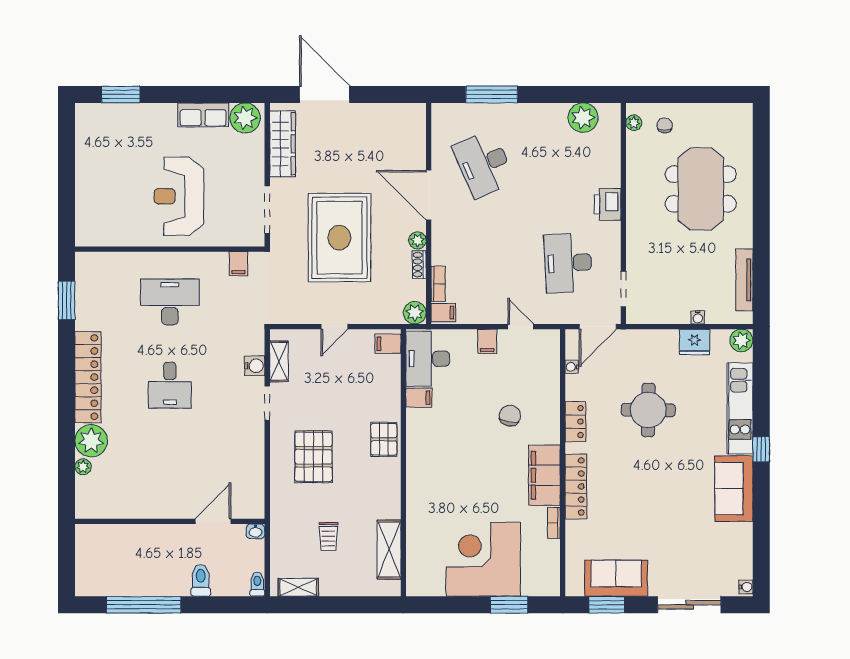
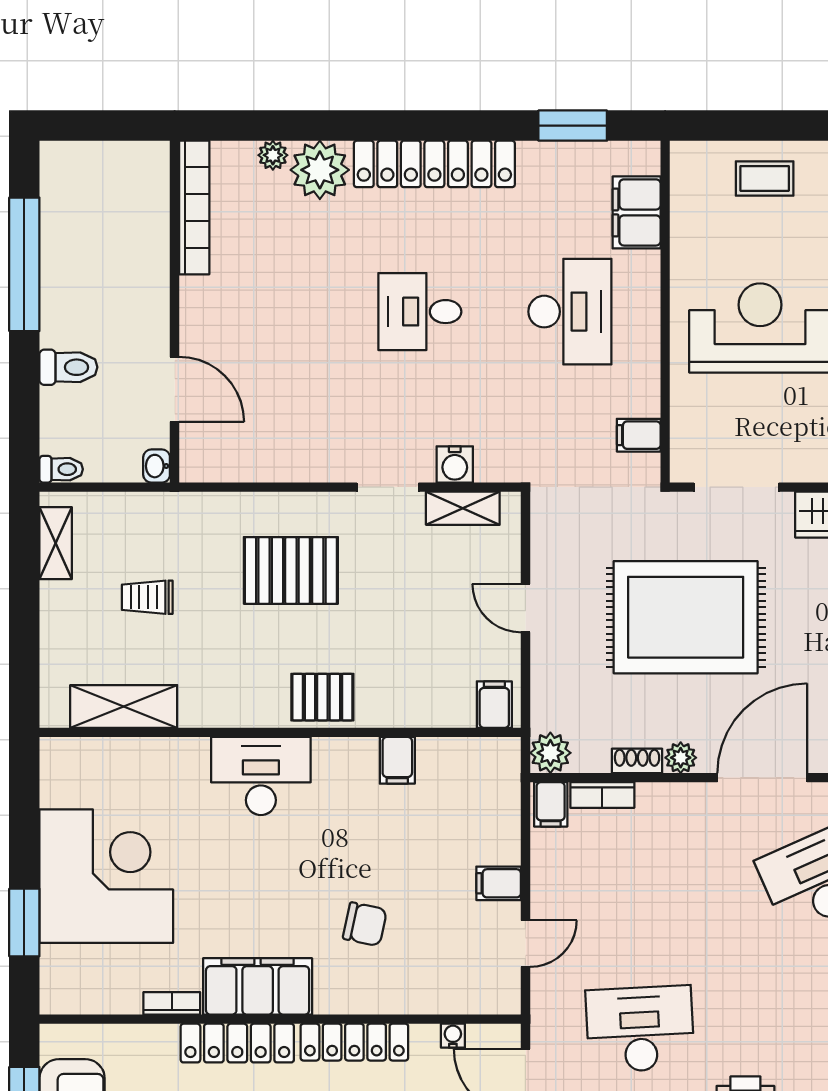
coffee table: (96, 194) -> (765, 178), added
filing cabinet: (115, 265) -> (637, 212), added
desk: (428, 359) -> (261, 776), moved
locker: (575, 422) -> (354, 1042), width x1.53
bookcase: (112, 510) -> (194, 207), added

